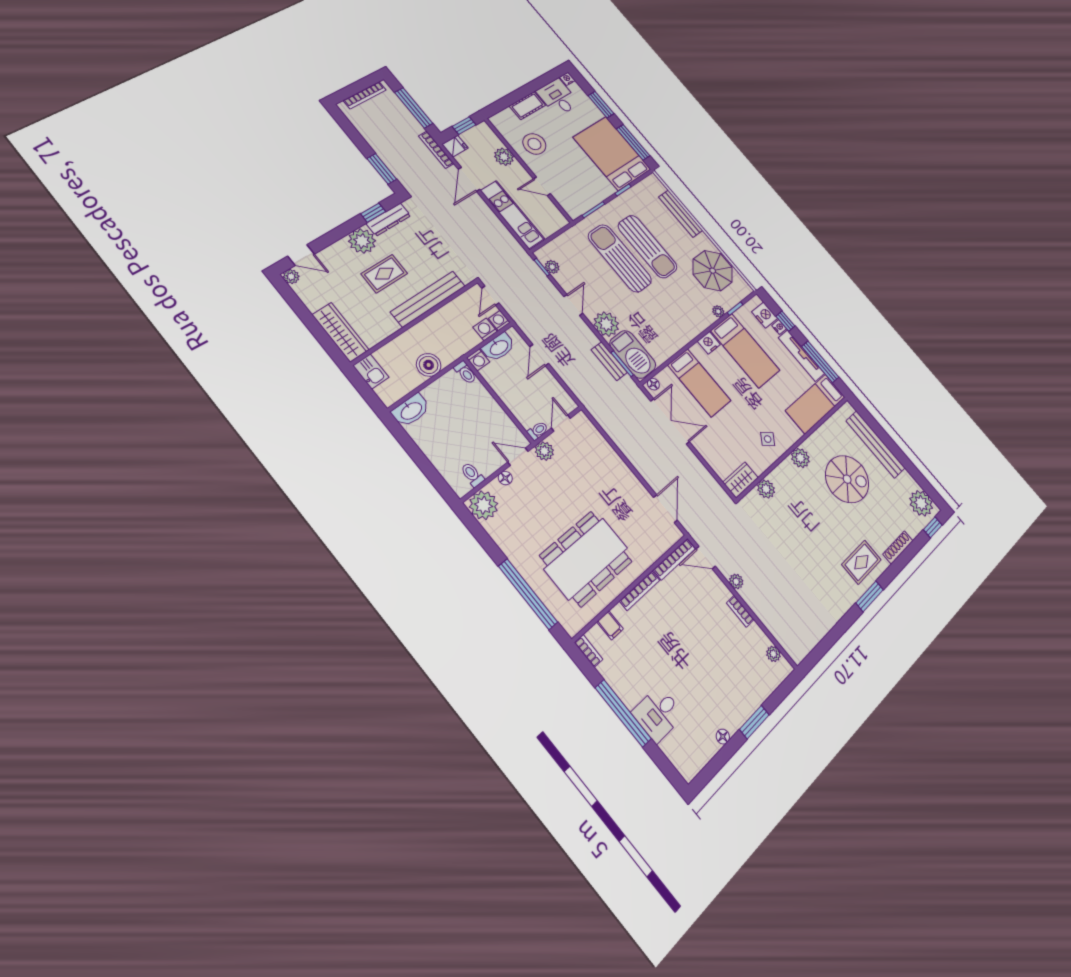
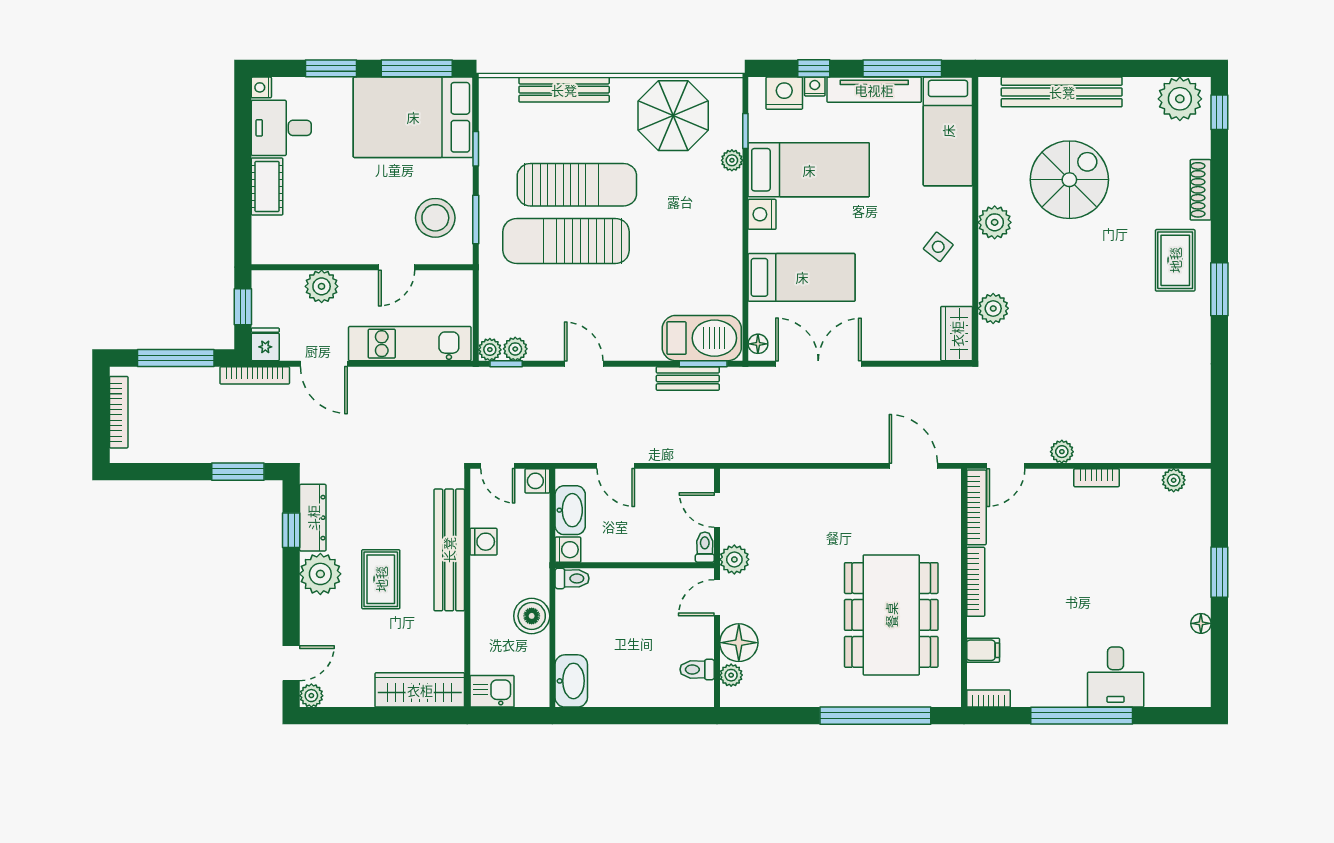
stool: (534, 144) -> (435, 218), moved
plant: (606, 324) -> (490, 350), moved, width x0.53, depth x0.53
washing machine: (485, 329) -> (483, 542), moved, turned 180
floor lamp: (505, 478) -> (739, 643), width x1.89, depth x1.89
plant: (484, 505) -> (731, 675), width x0.53, depth x0.53

